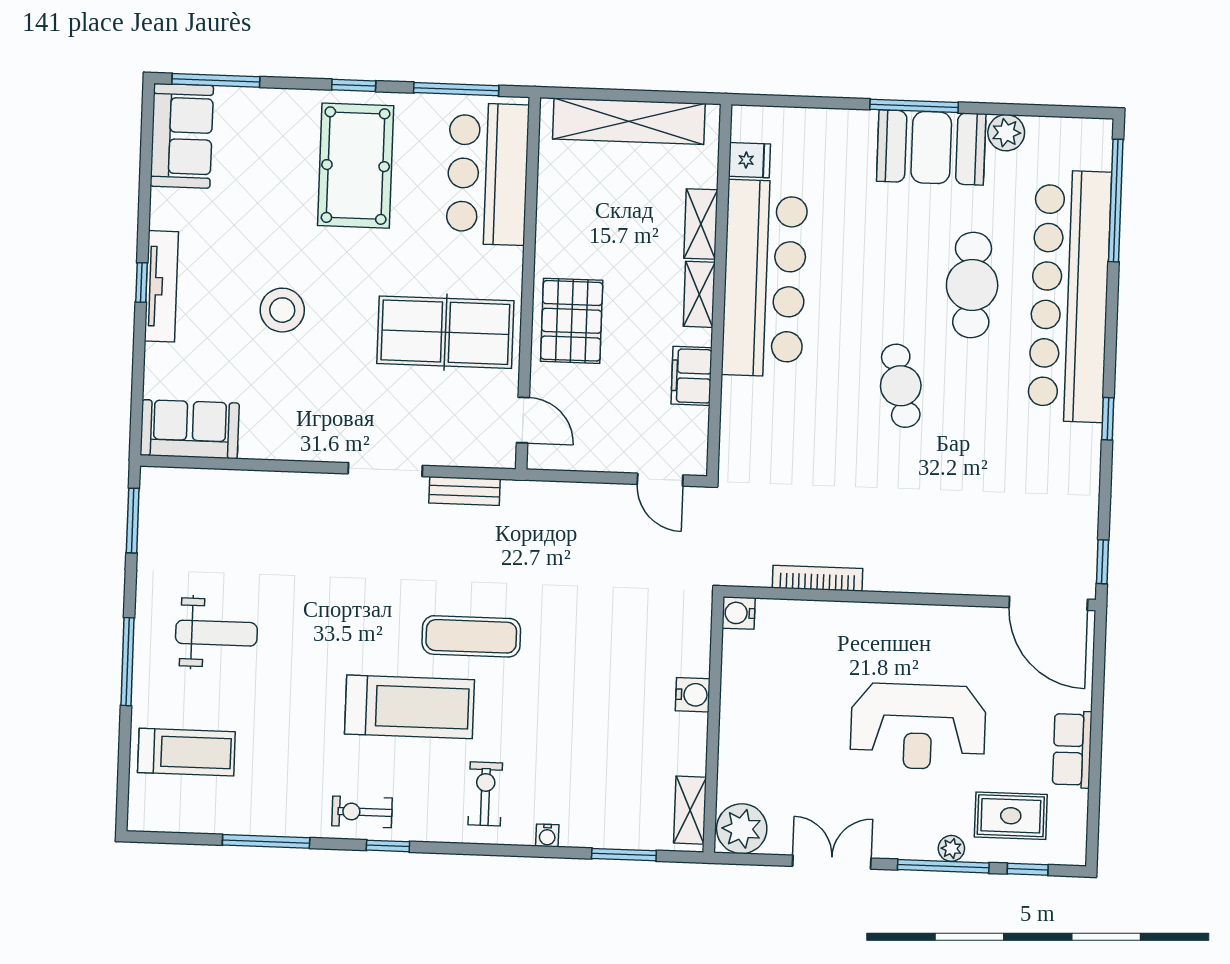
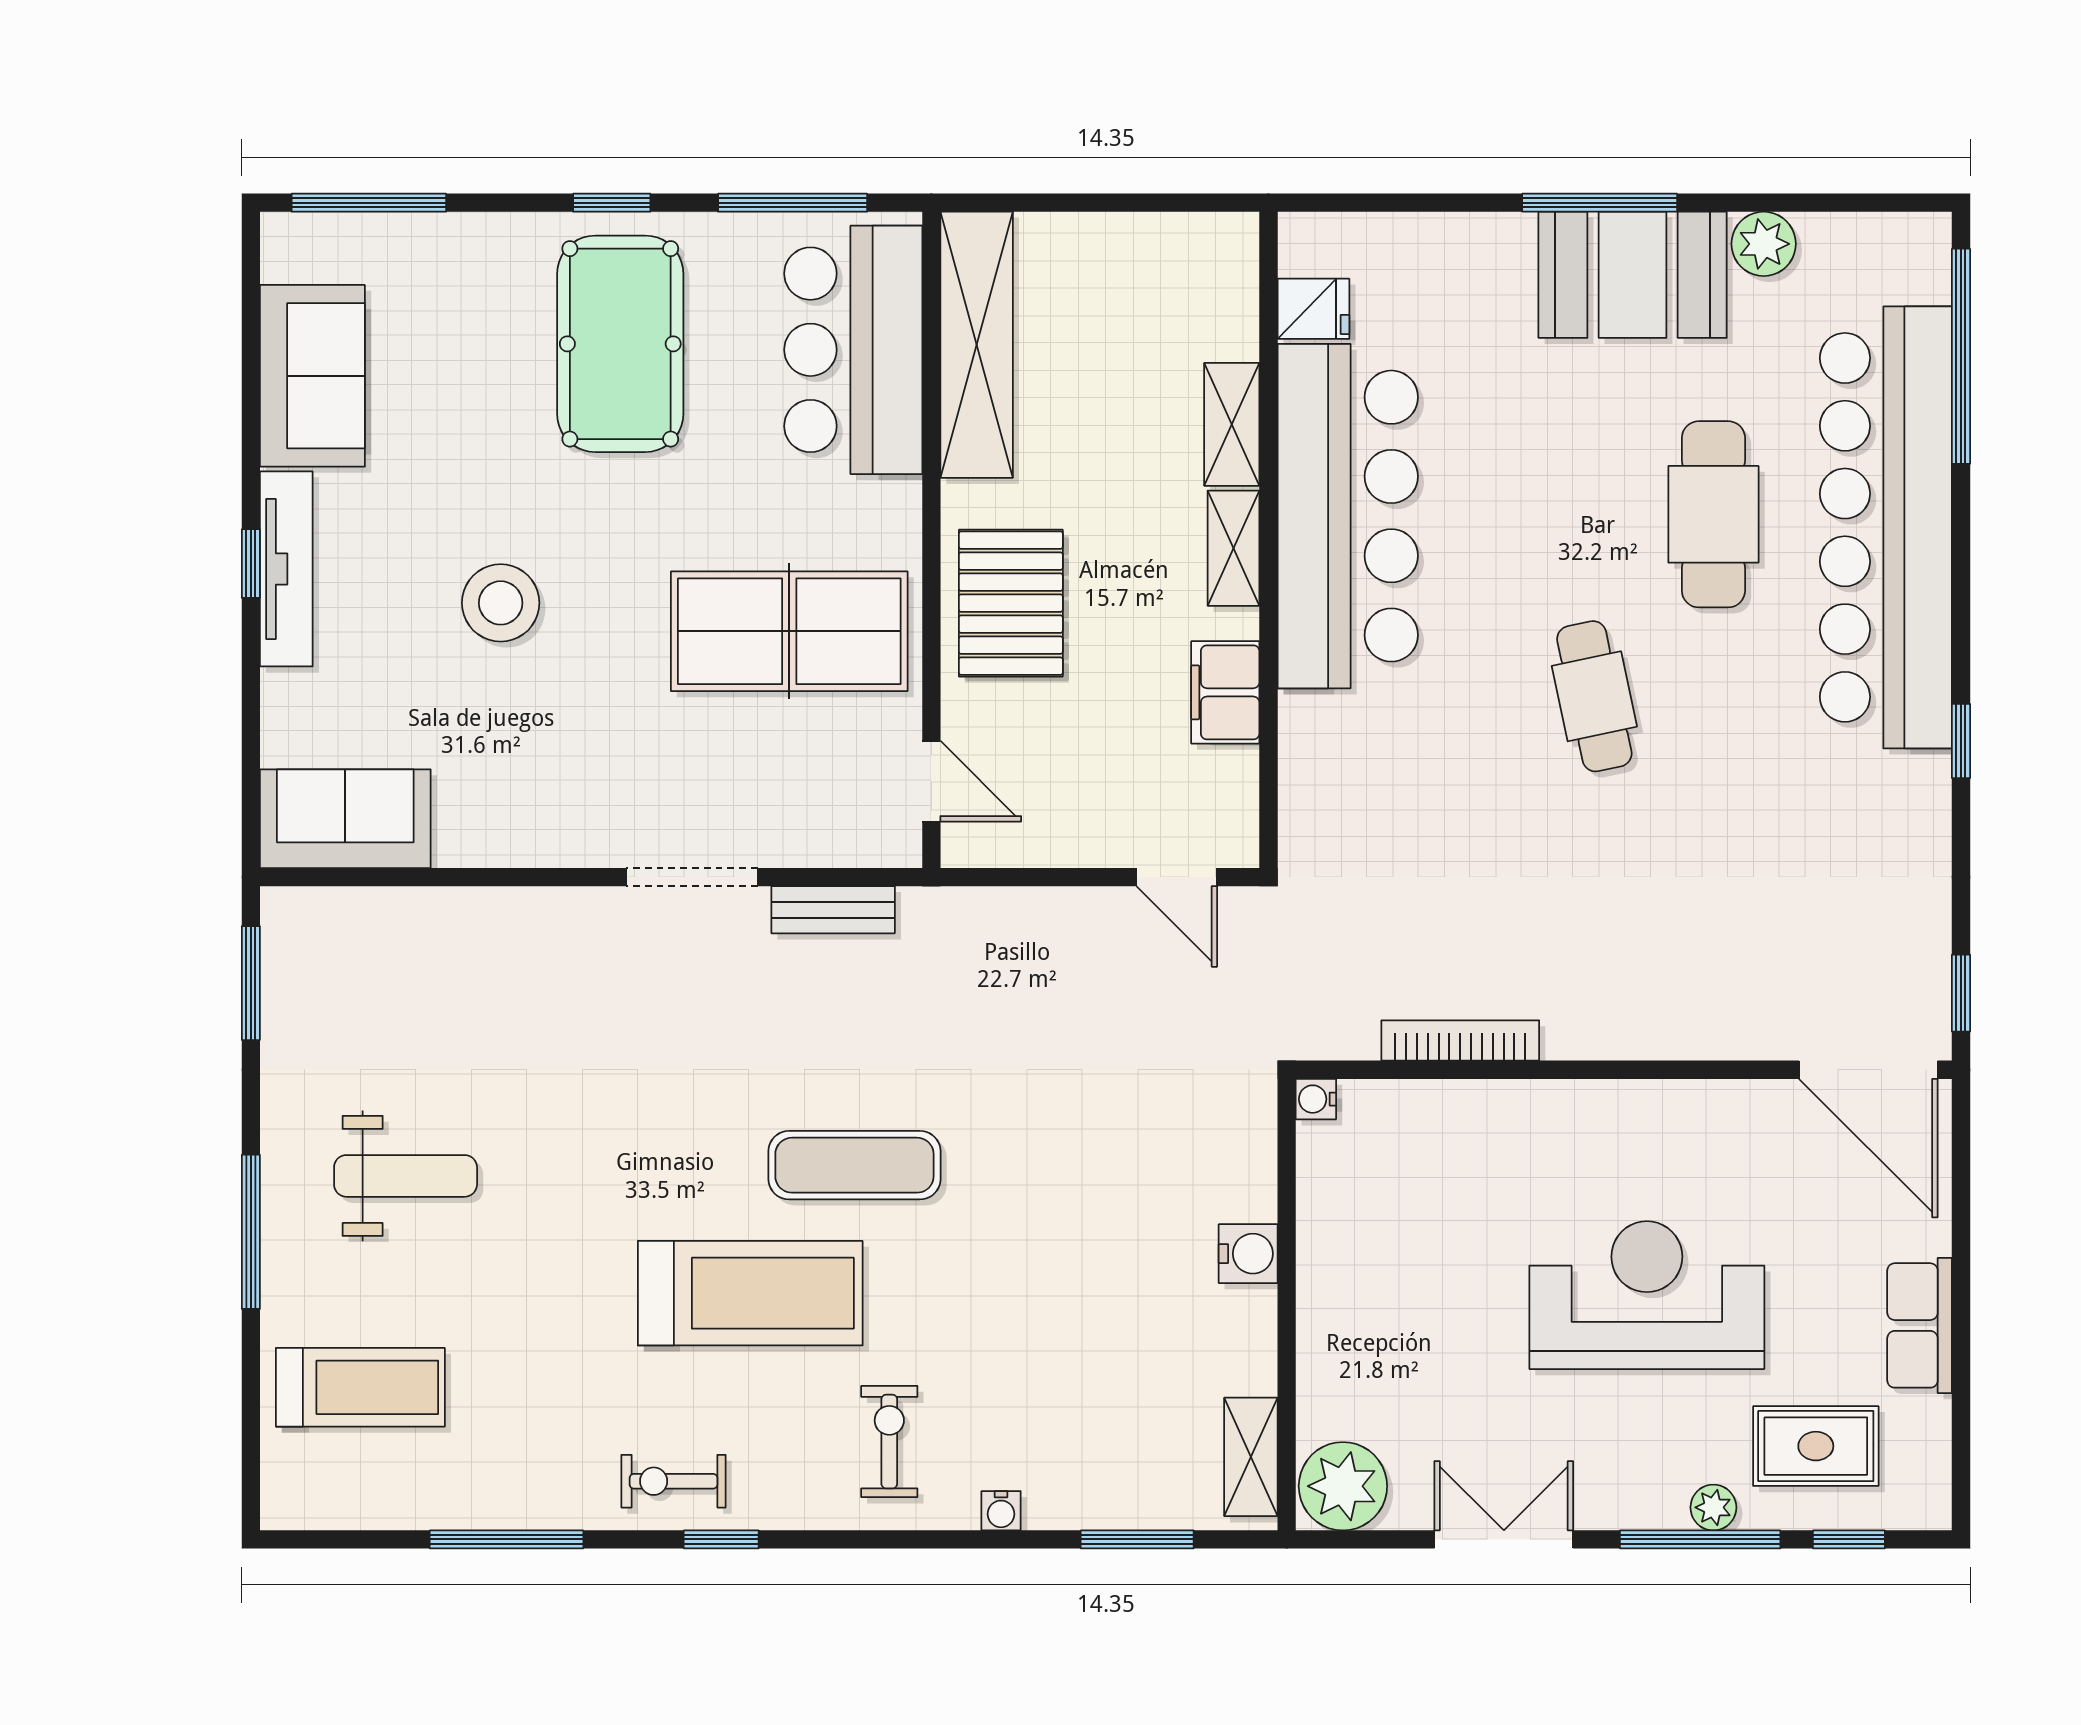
shelving: (629, 121) -> (977, 345), moved, turned 90
sofa: (182, 136) -> (312, 376), moved
water cooler: (739, 613) -> (1316, 1099), width x0.72, depth x0.72
reception desk: (918, 727) -> (1647, 1295), turned 180

